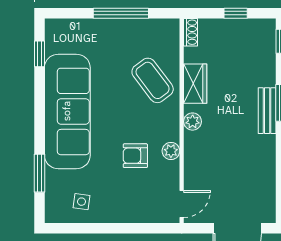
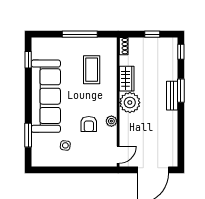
coffee table: (153, 80) -> (92, 70), moved, turned 37
plant: (193, 122) -> (130, 103), width x1.87, depth x1.87
armchair: (135, 156) -> (89, 124), turned -90
side table: (82, 202) -> (65, 145), moved

